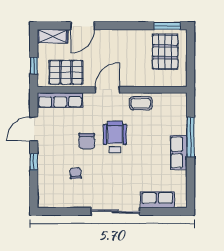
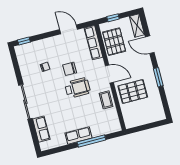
window: (167, 26) -> (158, 77), moved
pallet: (165, 52) -> (133, 92), moved
window: (34, 162) -> (24, 41), moved

